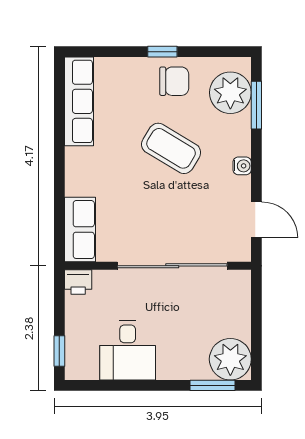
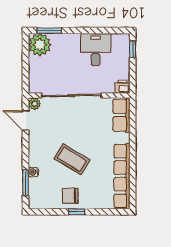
plant: (230, 93) -> (34, 104), moved, width x0.53, depth x0.53
row of seats: (79, 101) -> (122, 176), width x1.36
water cooler: (242, 166) -> (33, 172), moved

